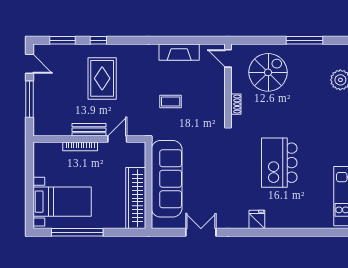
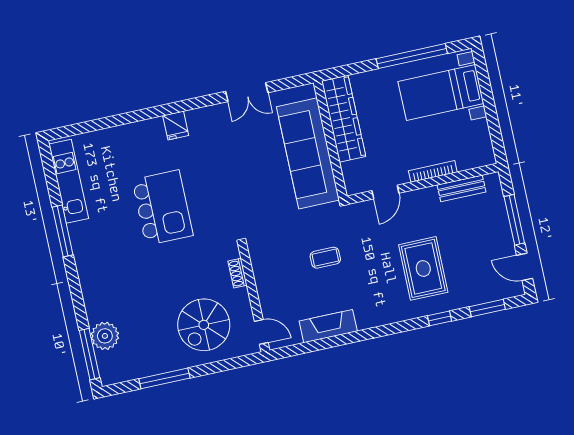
bench: (89, 130) -> (462, 188), moved

